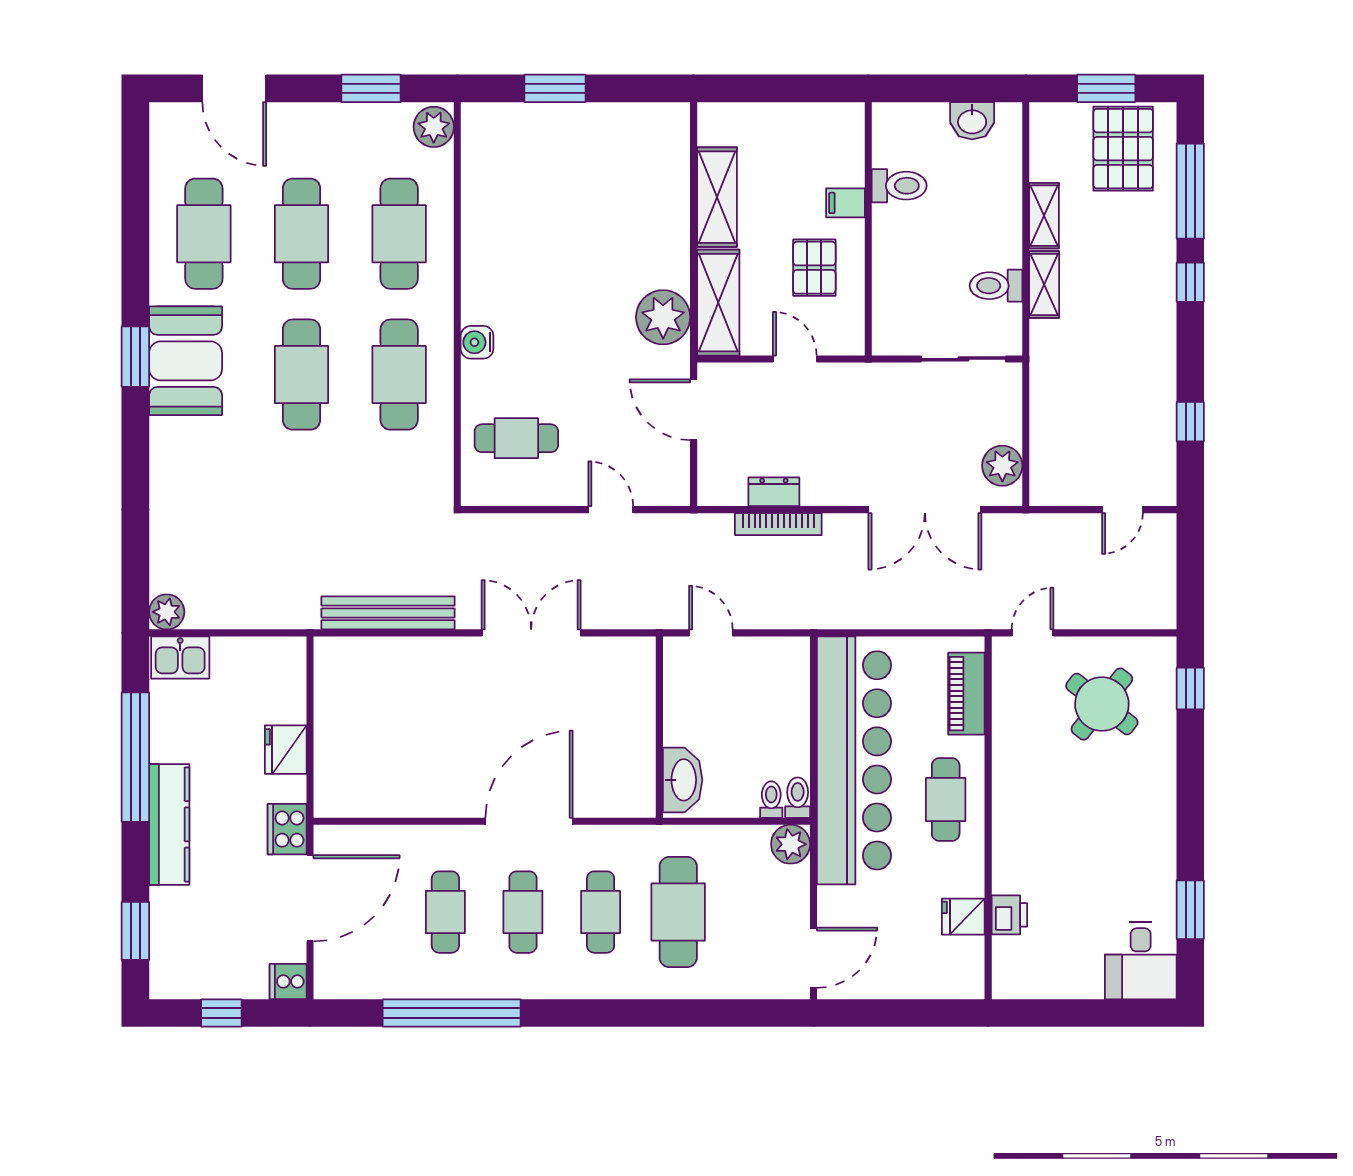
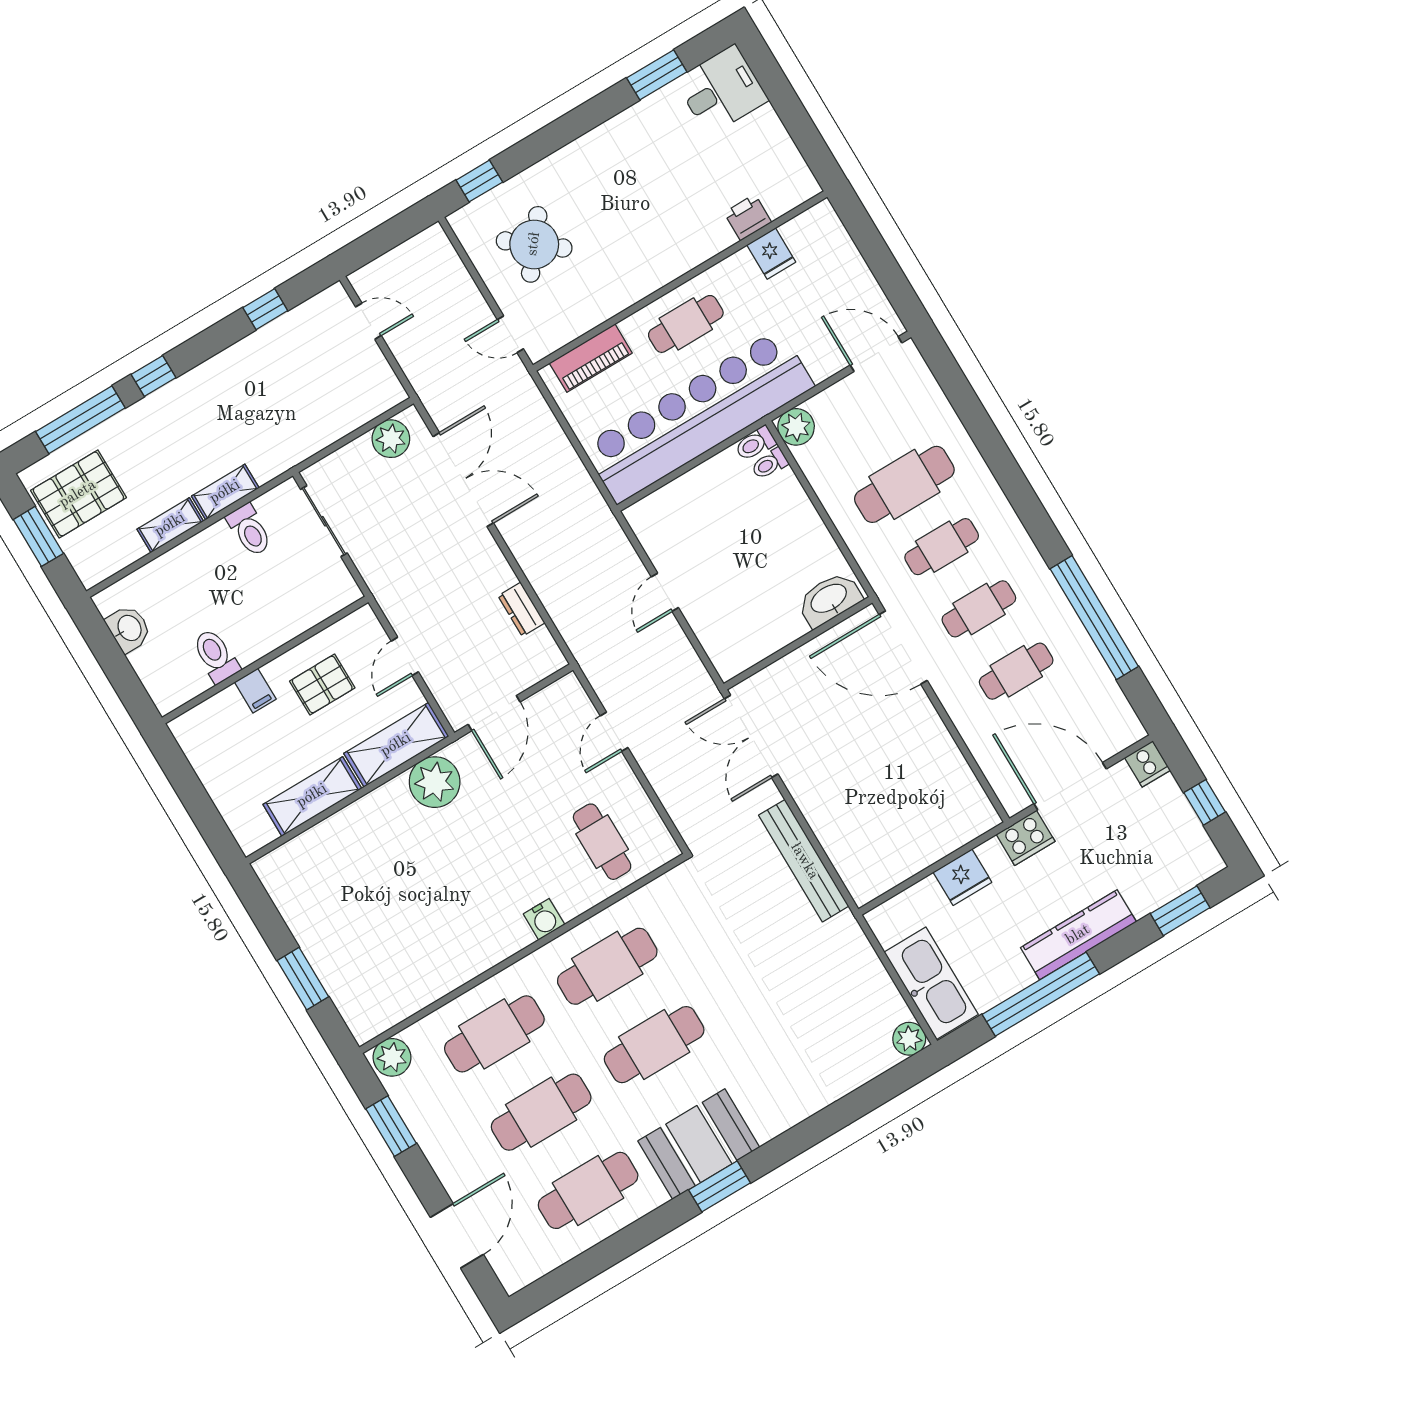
bookcase: (778, 524) -> (545, 590), removed
kitchen sink: (180, 657) -> (931, 983), width x1.88, depth x1.24
wall: (659, 727) -> (798, 643), moved
washbasin: (683, 780) -> (829, 599), moved

